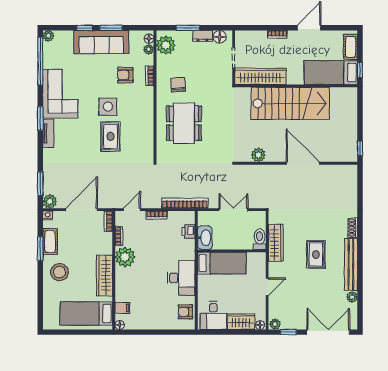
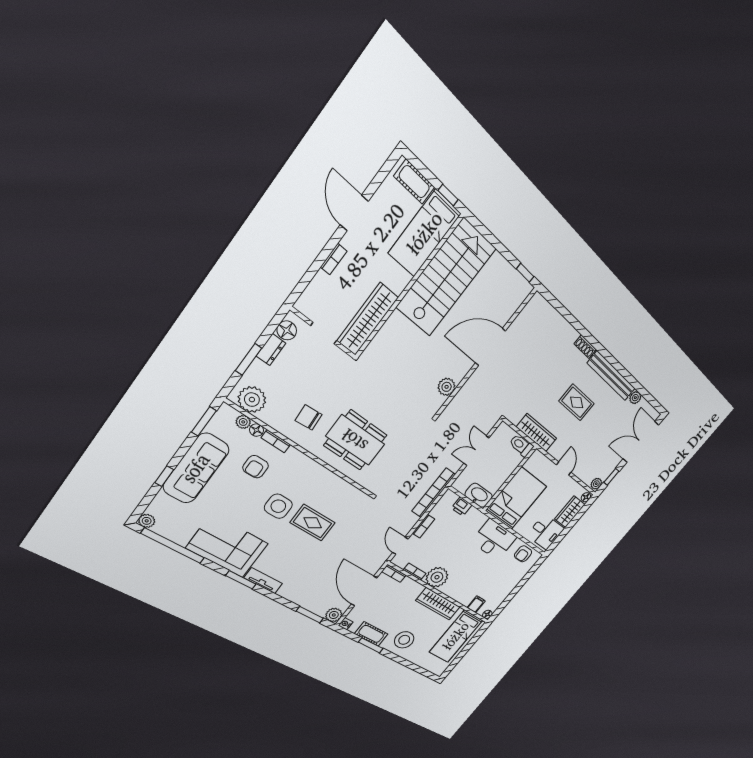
window: (111, 28) -> (204, 421), moved
floor lamp: (149, 39) -> (257, 430), moved
stairs: (290, 103) -> (446, 278), moved
bed: (222, 263) -> (516, 498), width x1.50

